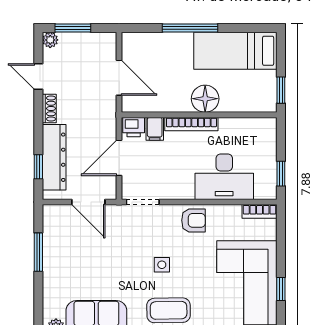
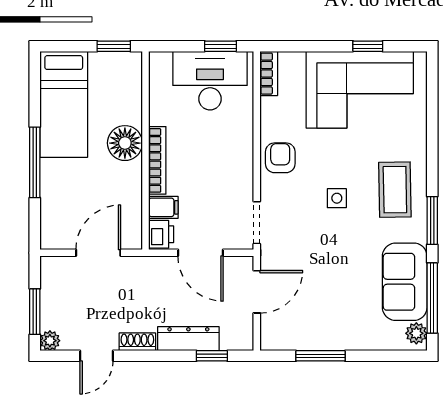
dresser: (54, 157) -> (188, 339), width x0.73, depth x0.80
desk: (224, 177) -> (210, 81), moved, turned -90

